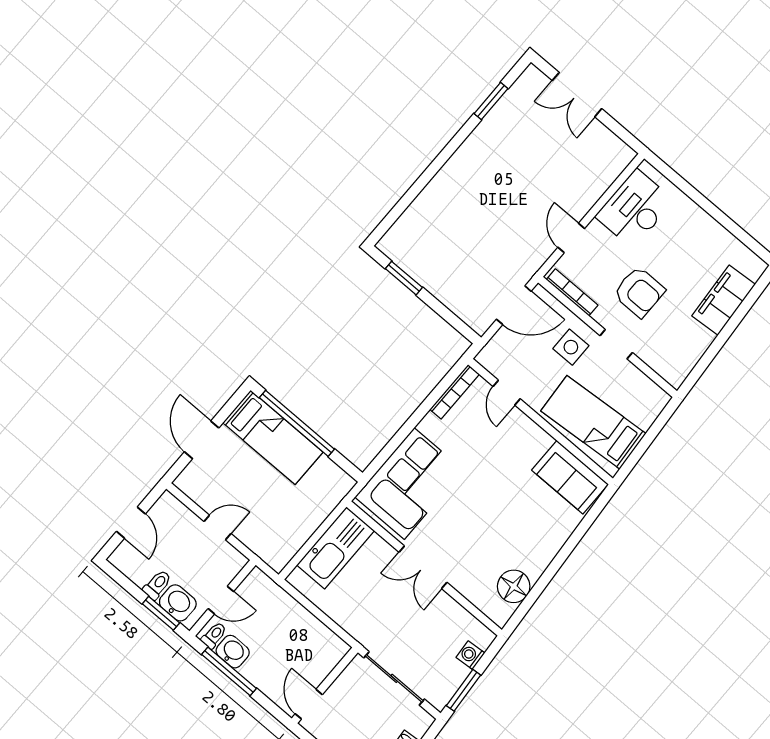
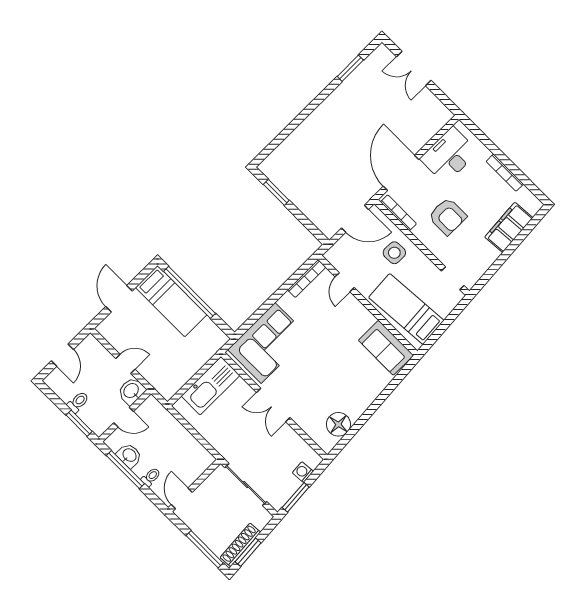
bookcase: (712, 226) -> (505, 173), added
door: (571, 238) -> (401, 173), width x1.88
doorway: (616, 344) -> (453, 278), moved
washbasin: (178, 603) -> (132, 391), moved, turned -90
toilet: (214, 635) -> (151, 477), moved

